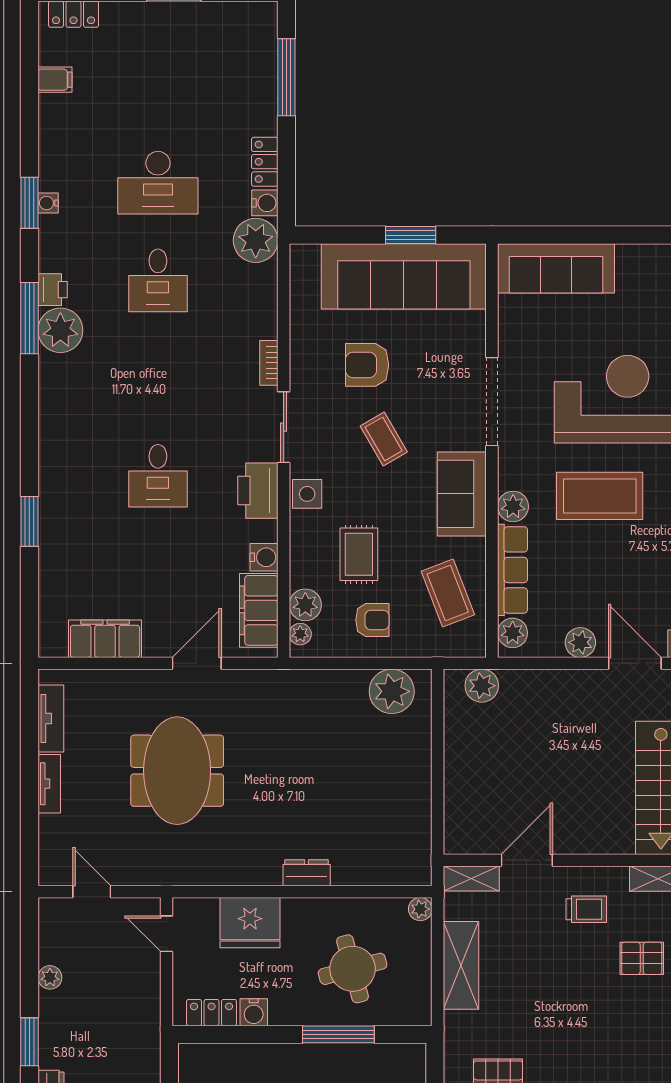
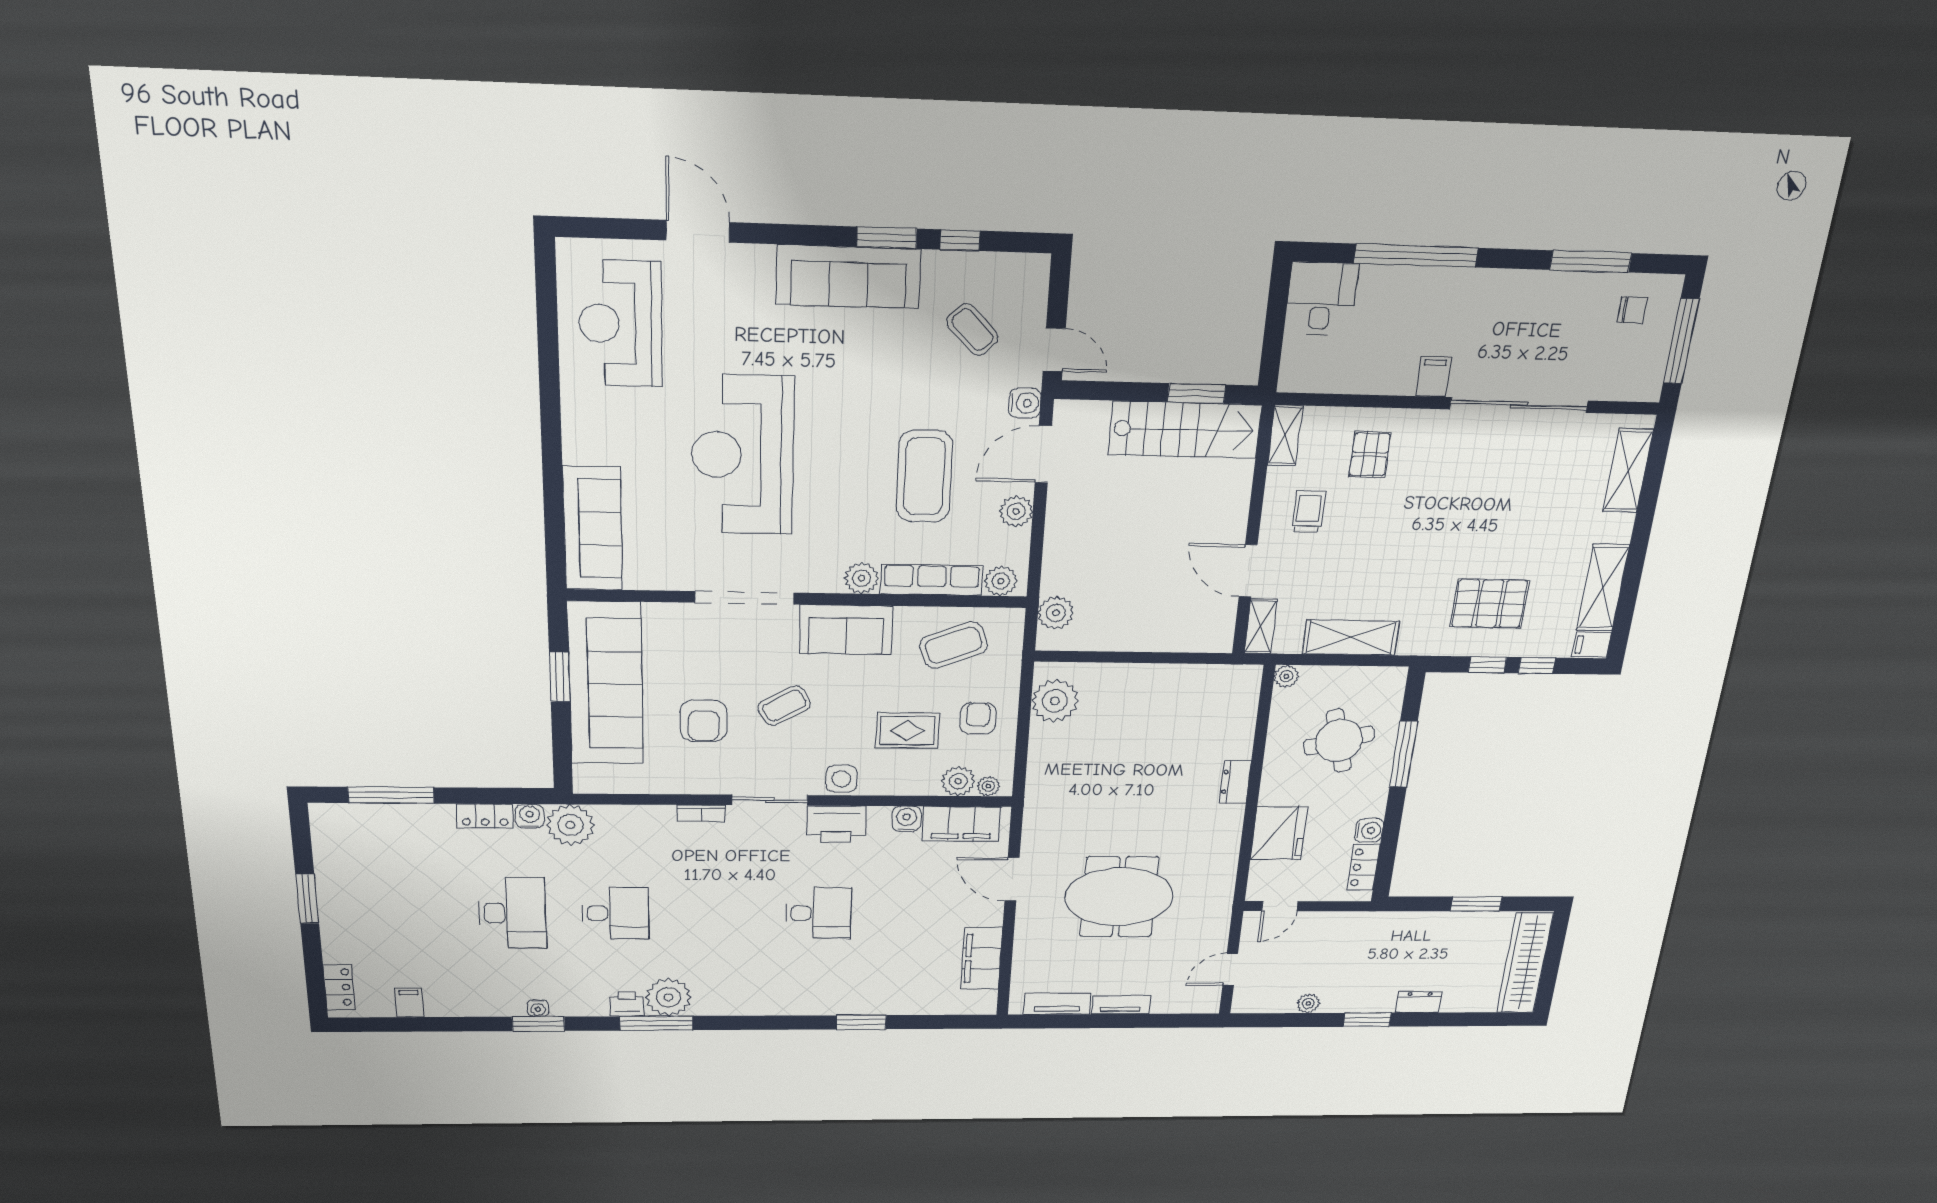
coffee table: (600, 496) -> (924, 476), moved

